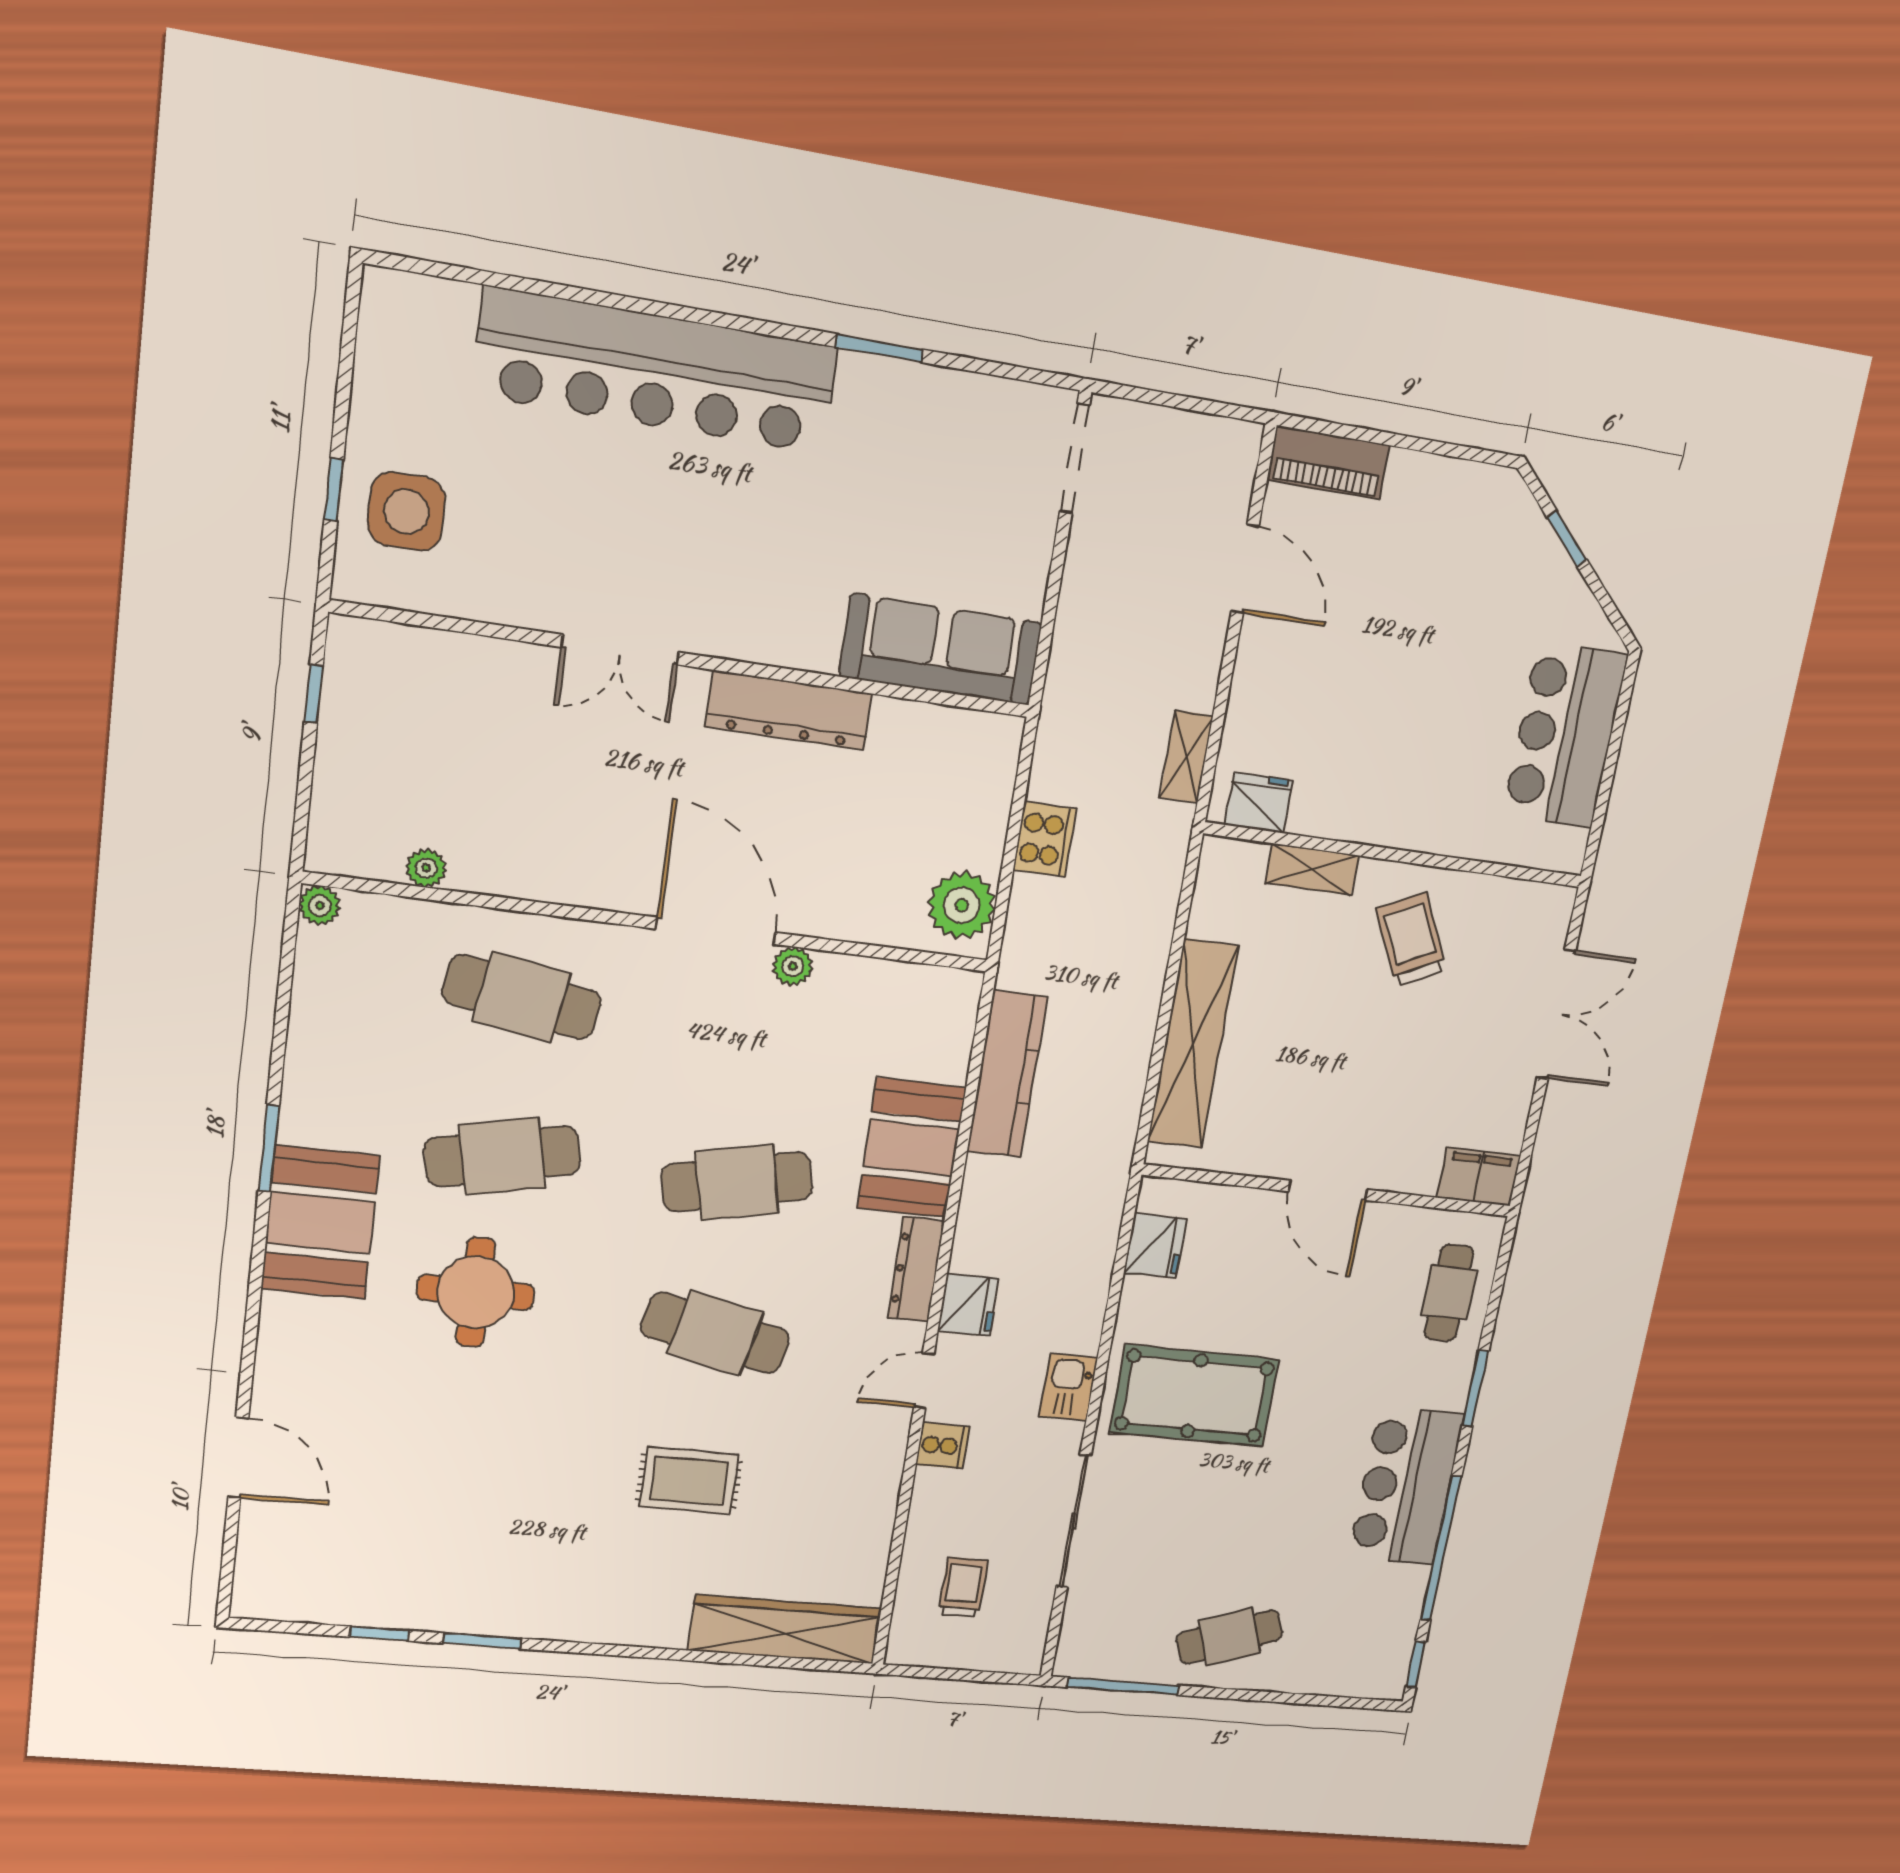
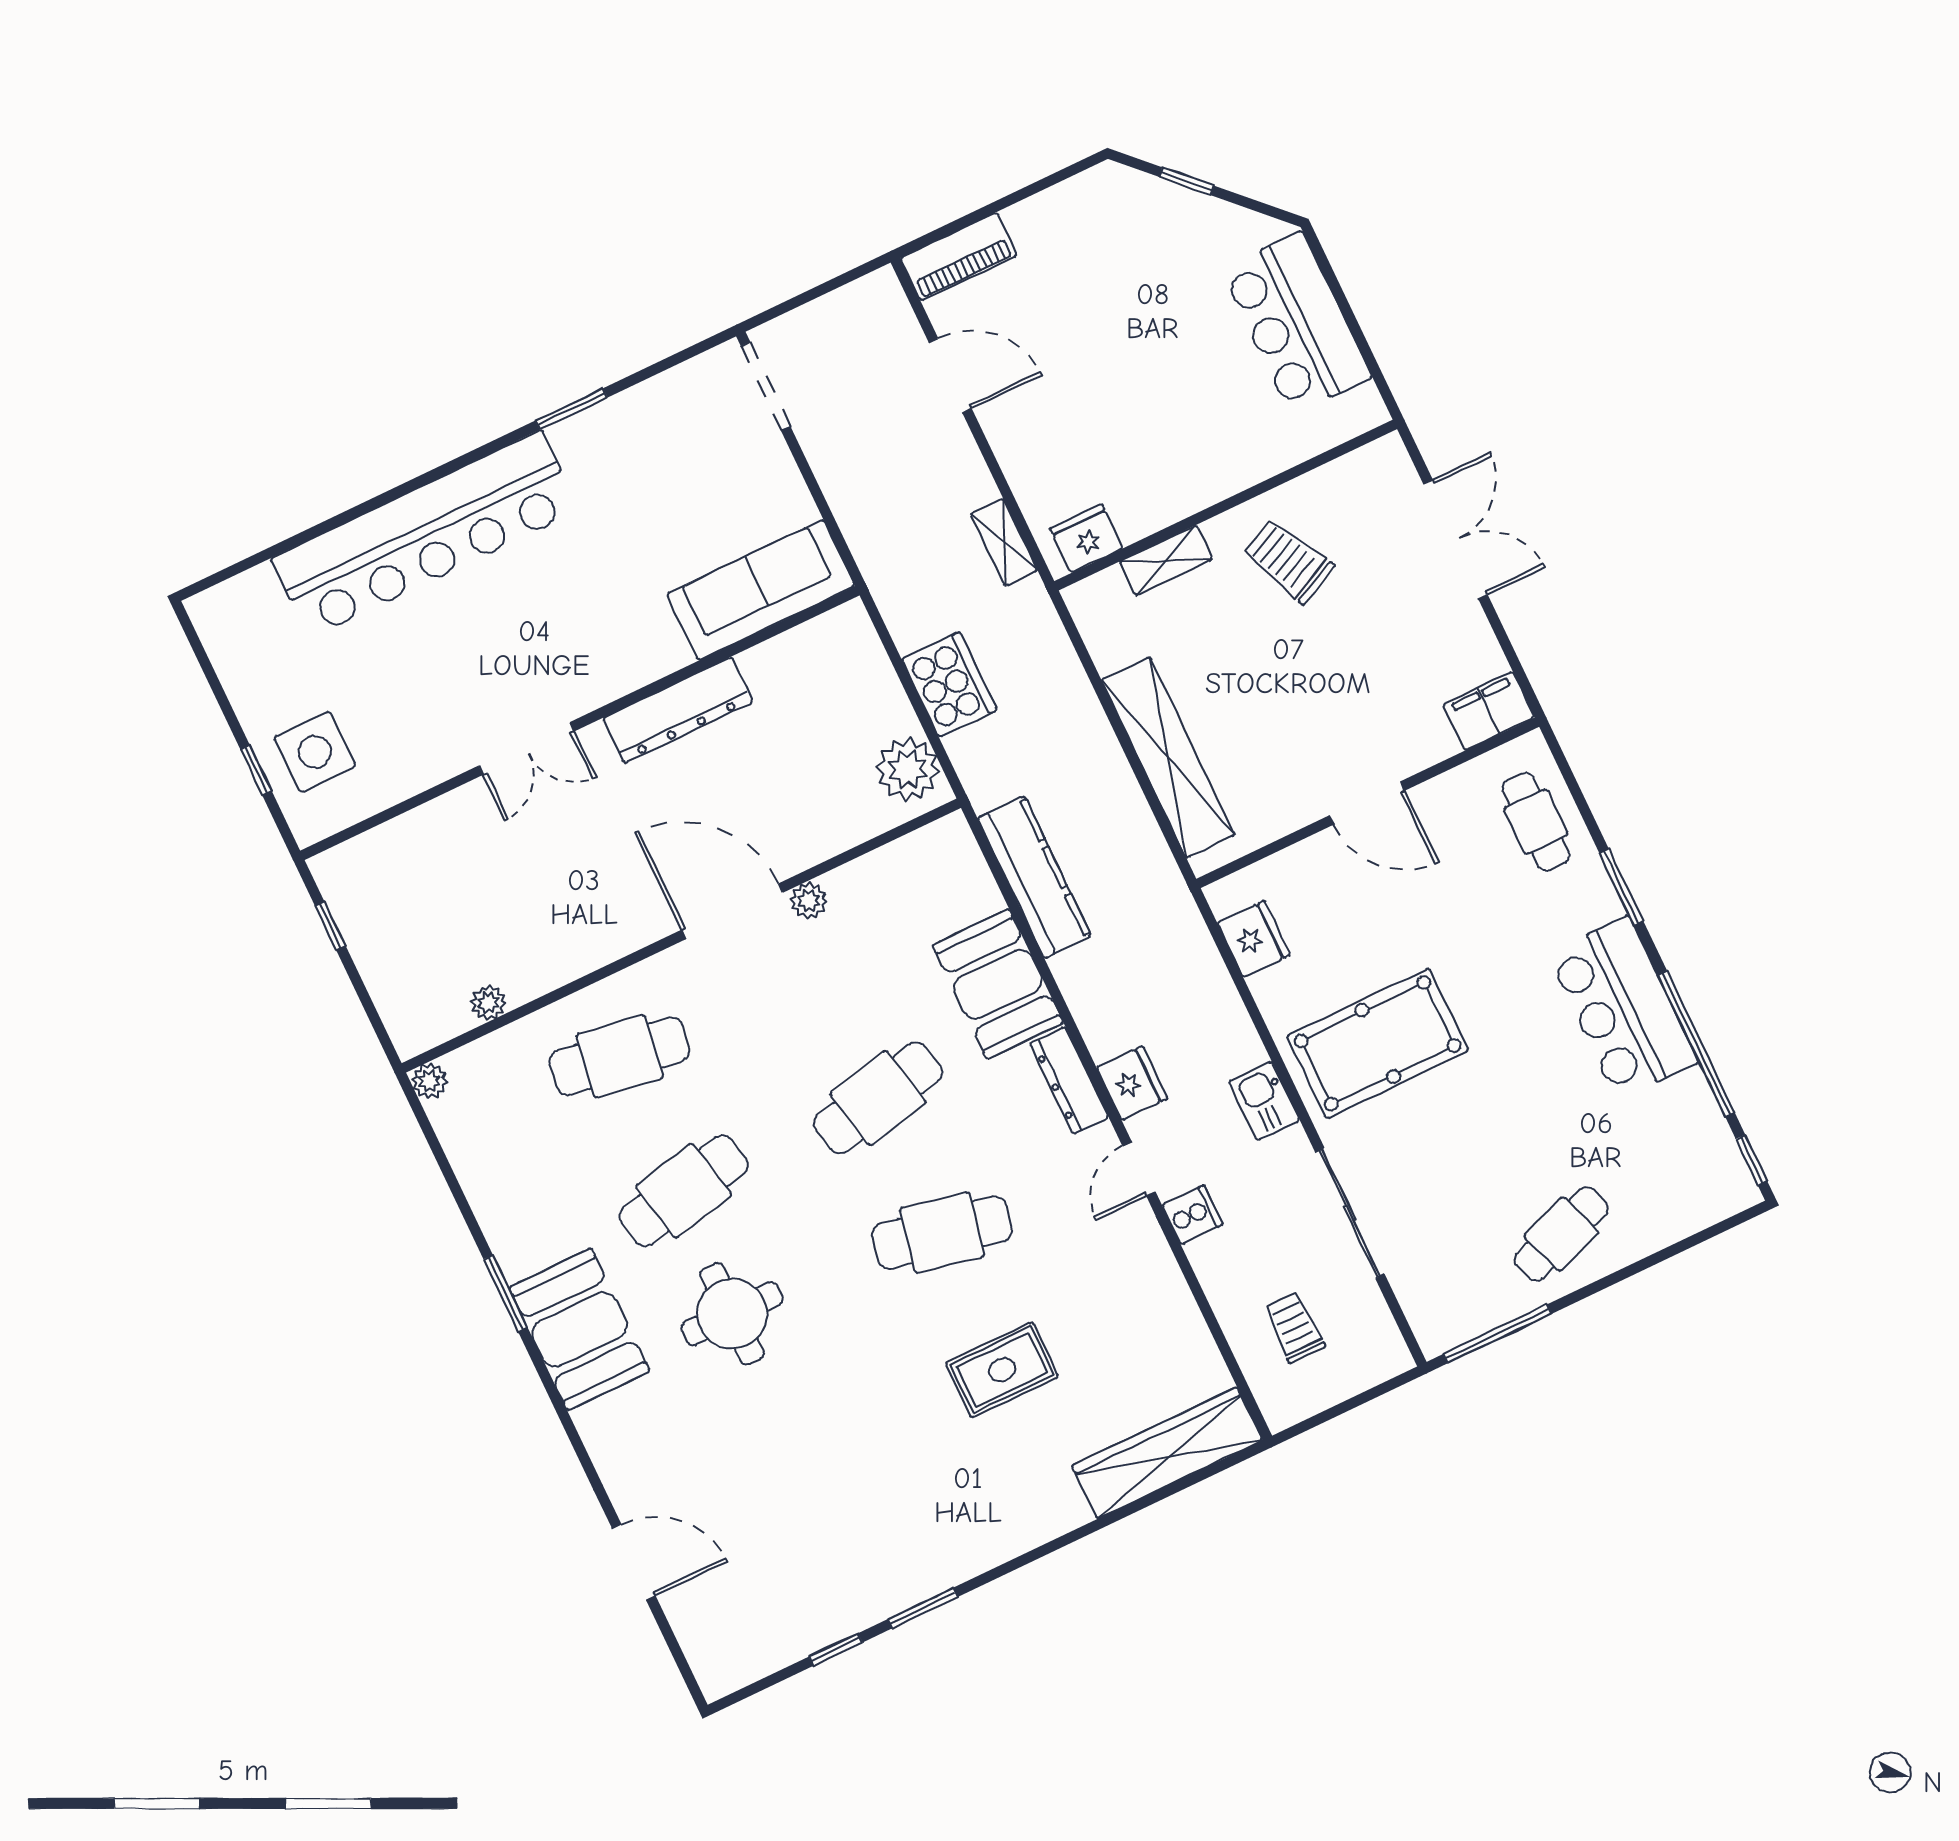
cooker: (1045, 839) -> (949, 685), width x1.37, depth x1.31

